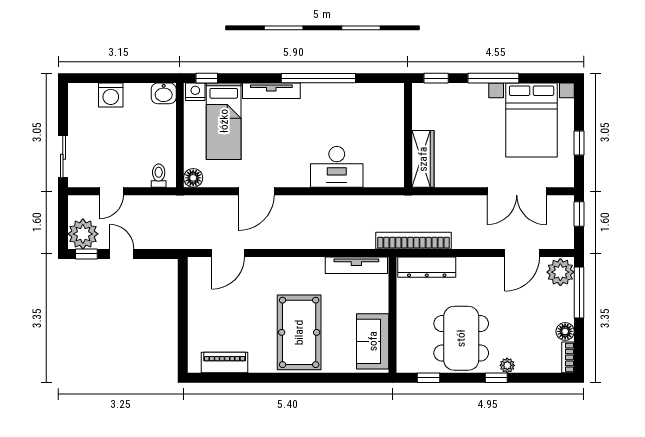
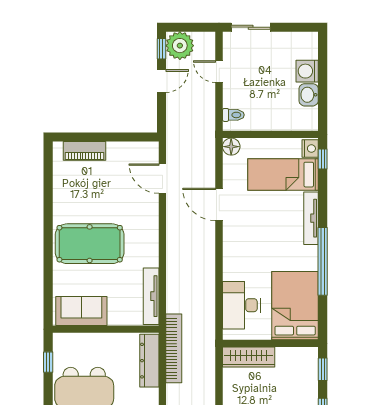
washbasin: (164, 93) -> (309, 95), moved
bed: (367, 108) -> (295, 306), added
desk: (337, 167) -> (241, 305), moved
piano: (225, 363) -> (84, 151), moved, turned 90

